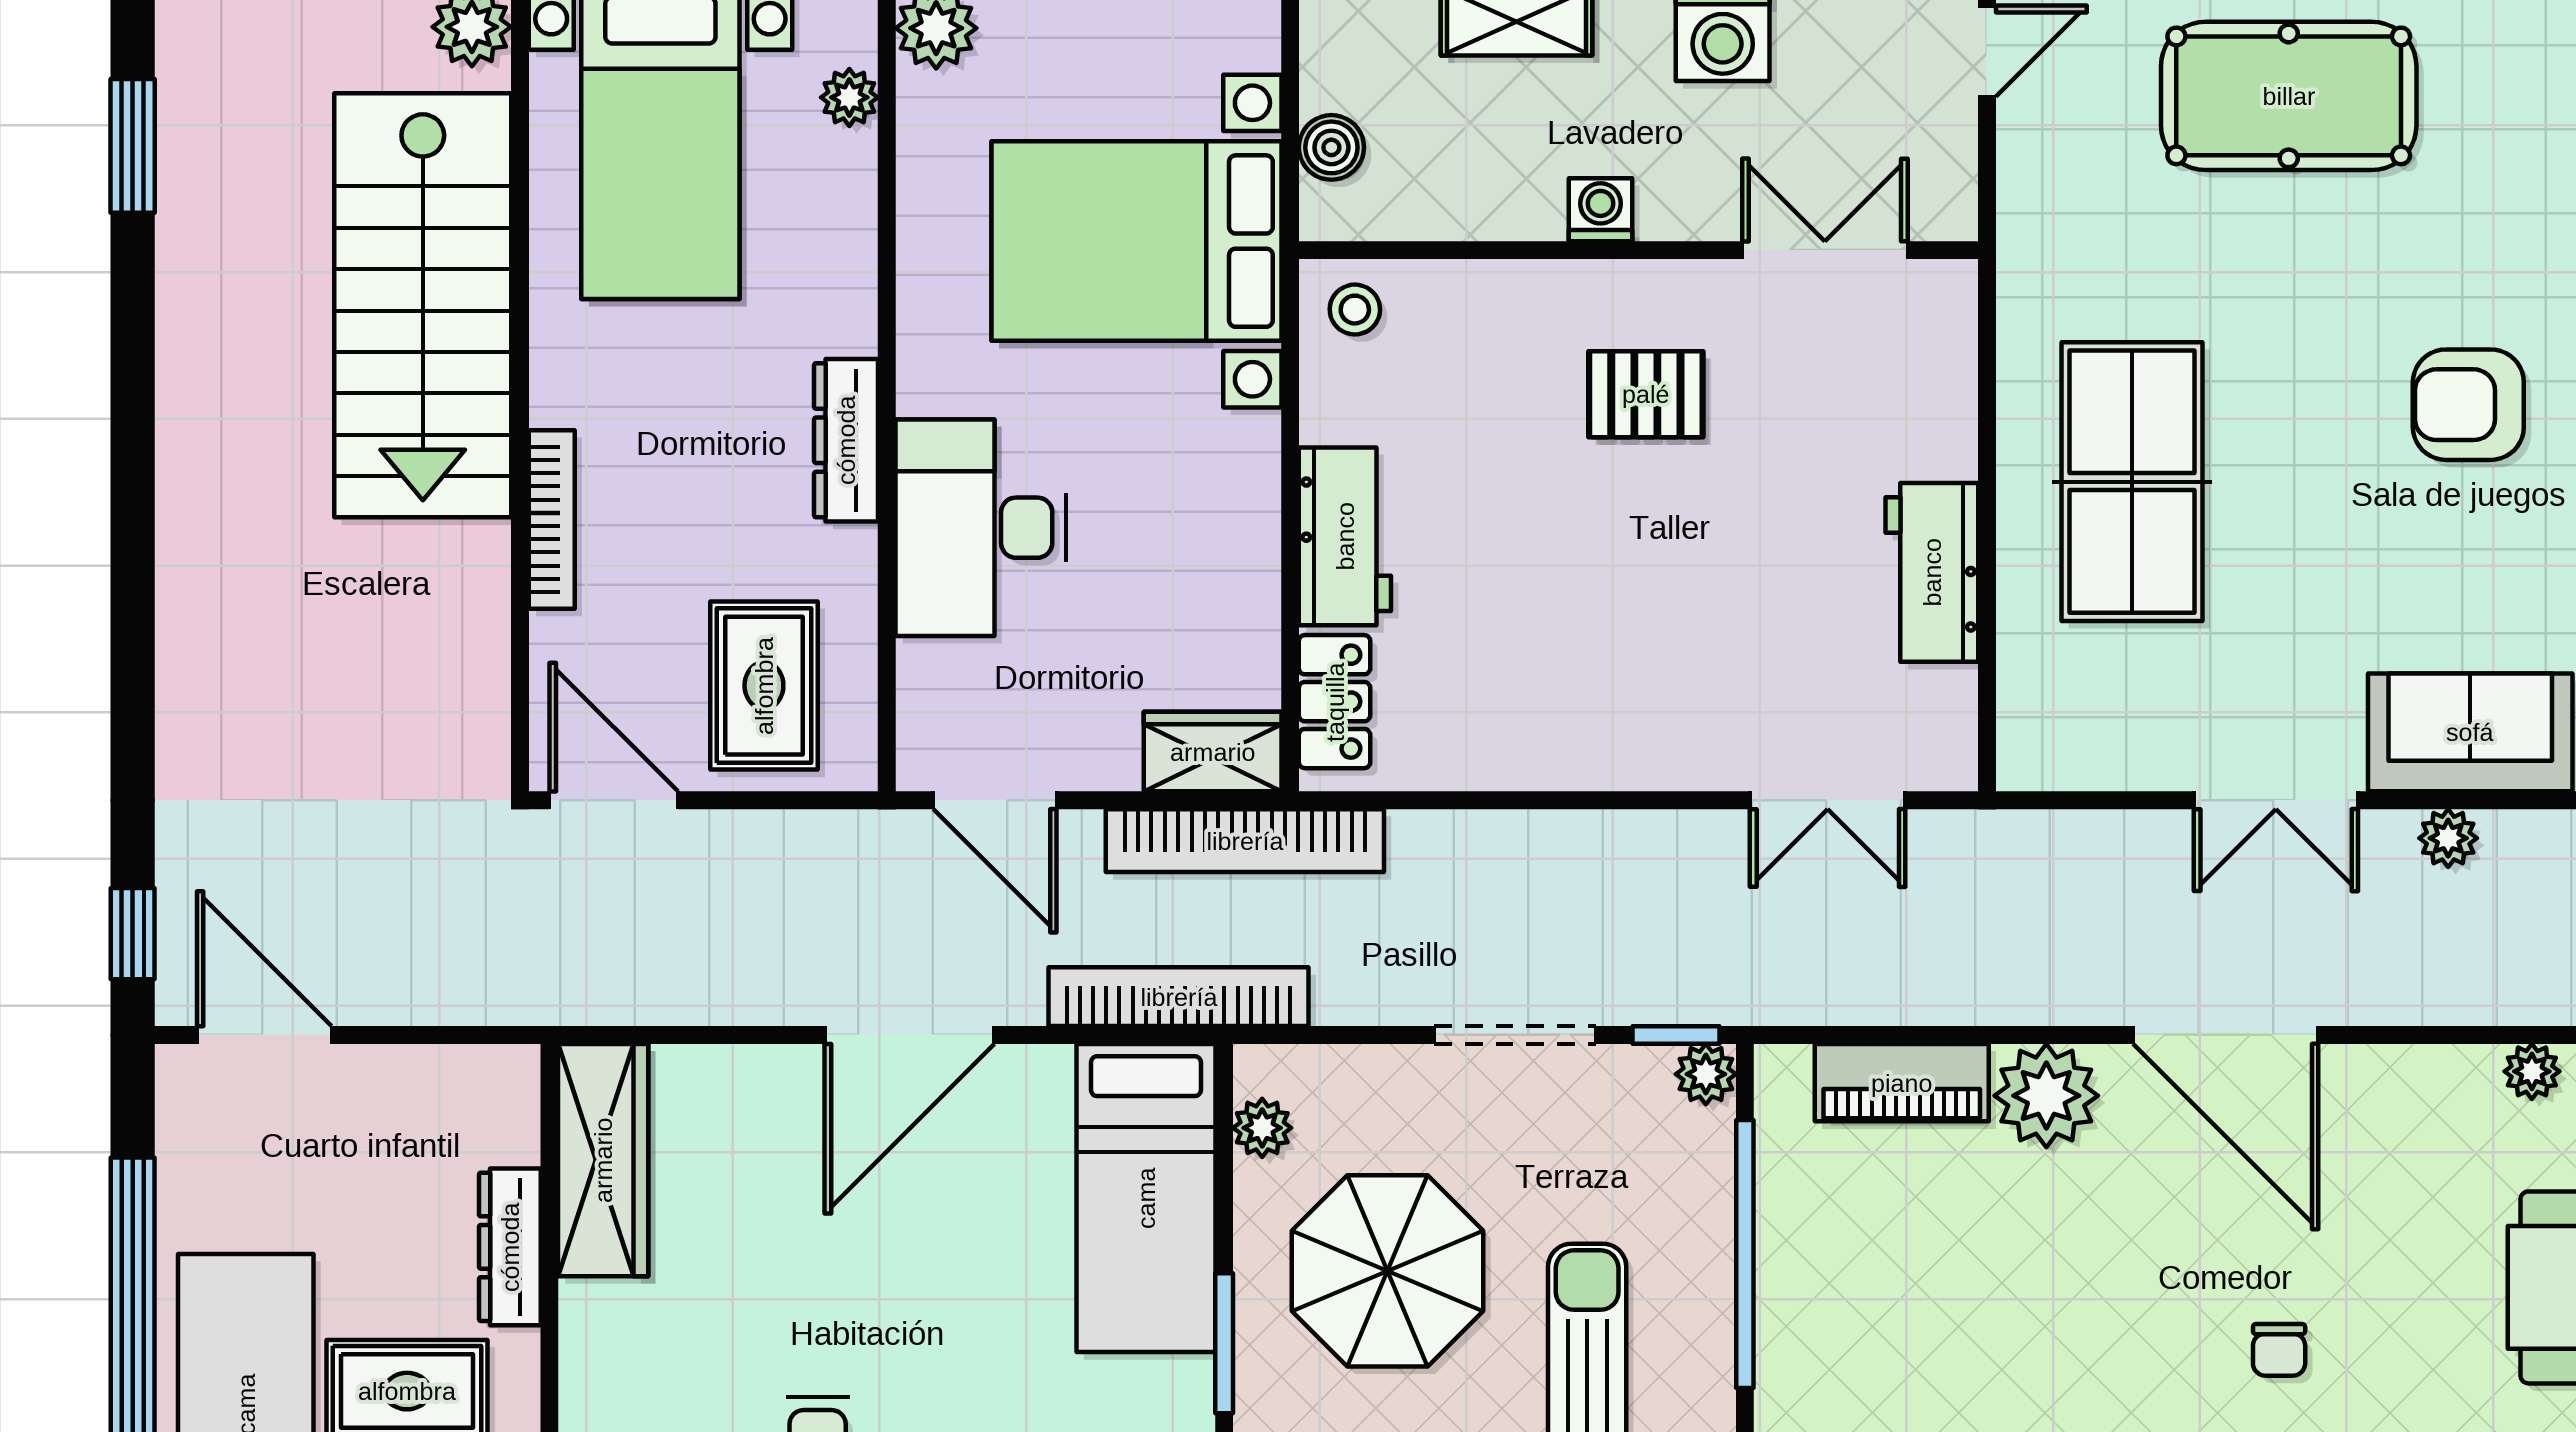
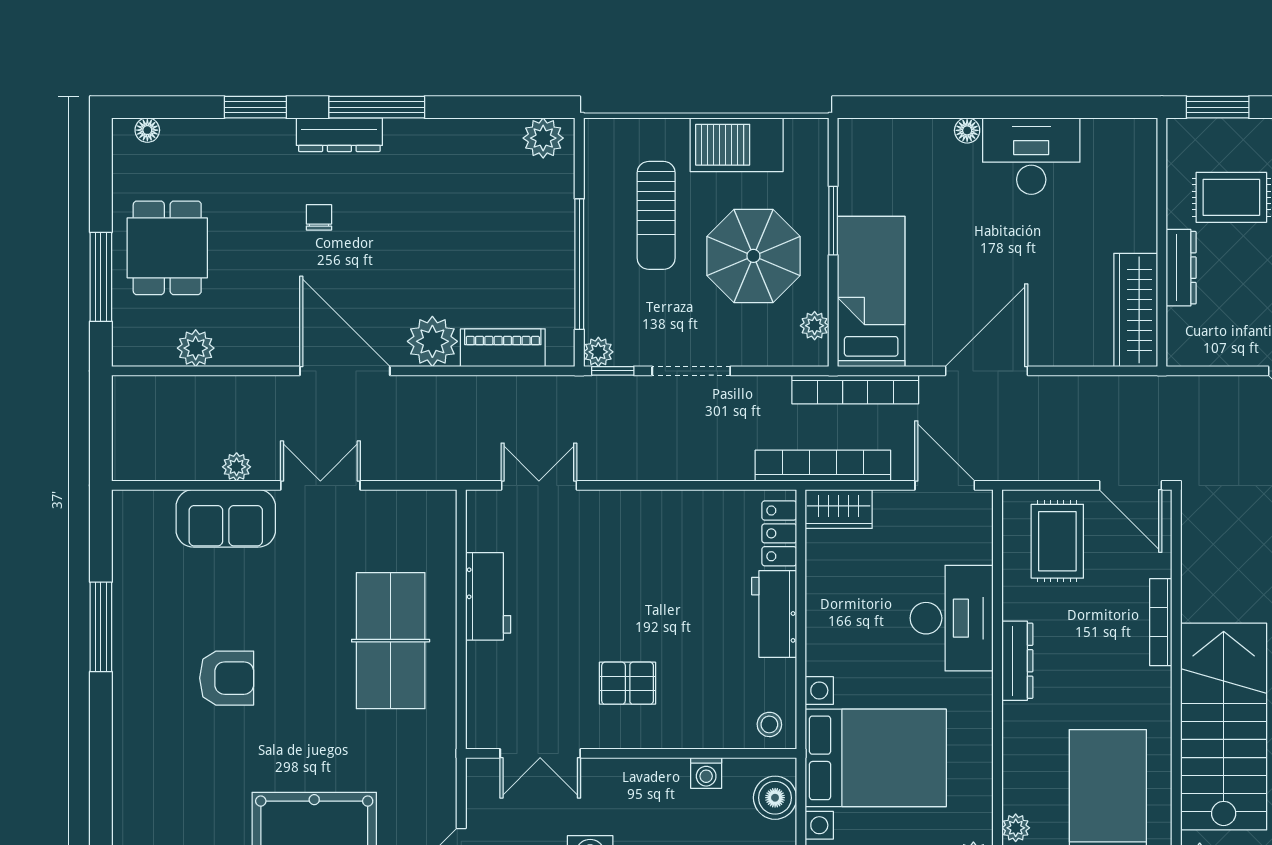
boiler: (1331, 147) -> (775, 798), width x1.36, depth x1.36
washing machine: (1600, 210) -> (706, 773), moved
plant: (2532, 1071) -> (196, 348), width x1.38, depth x1.38

